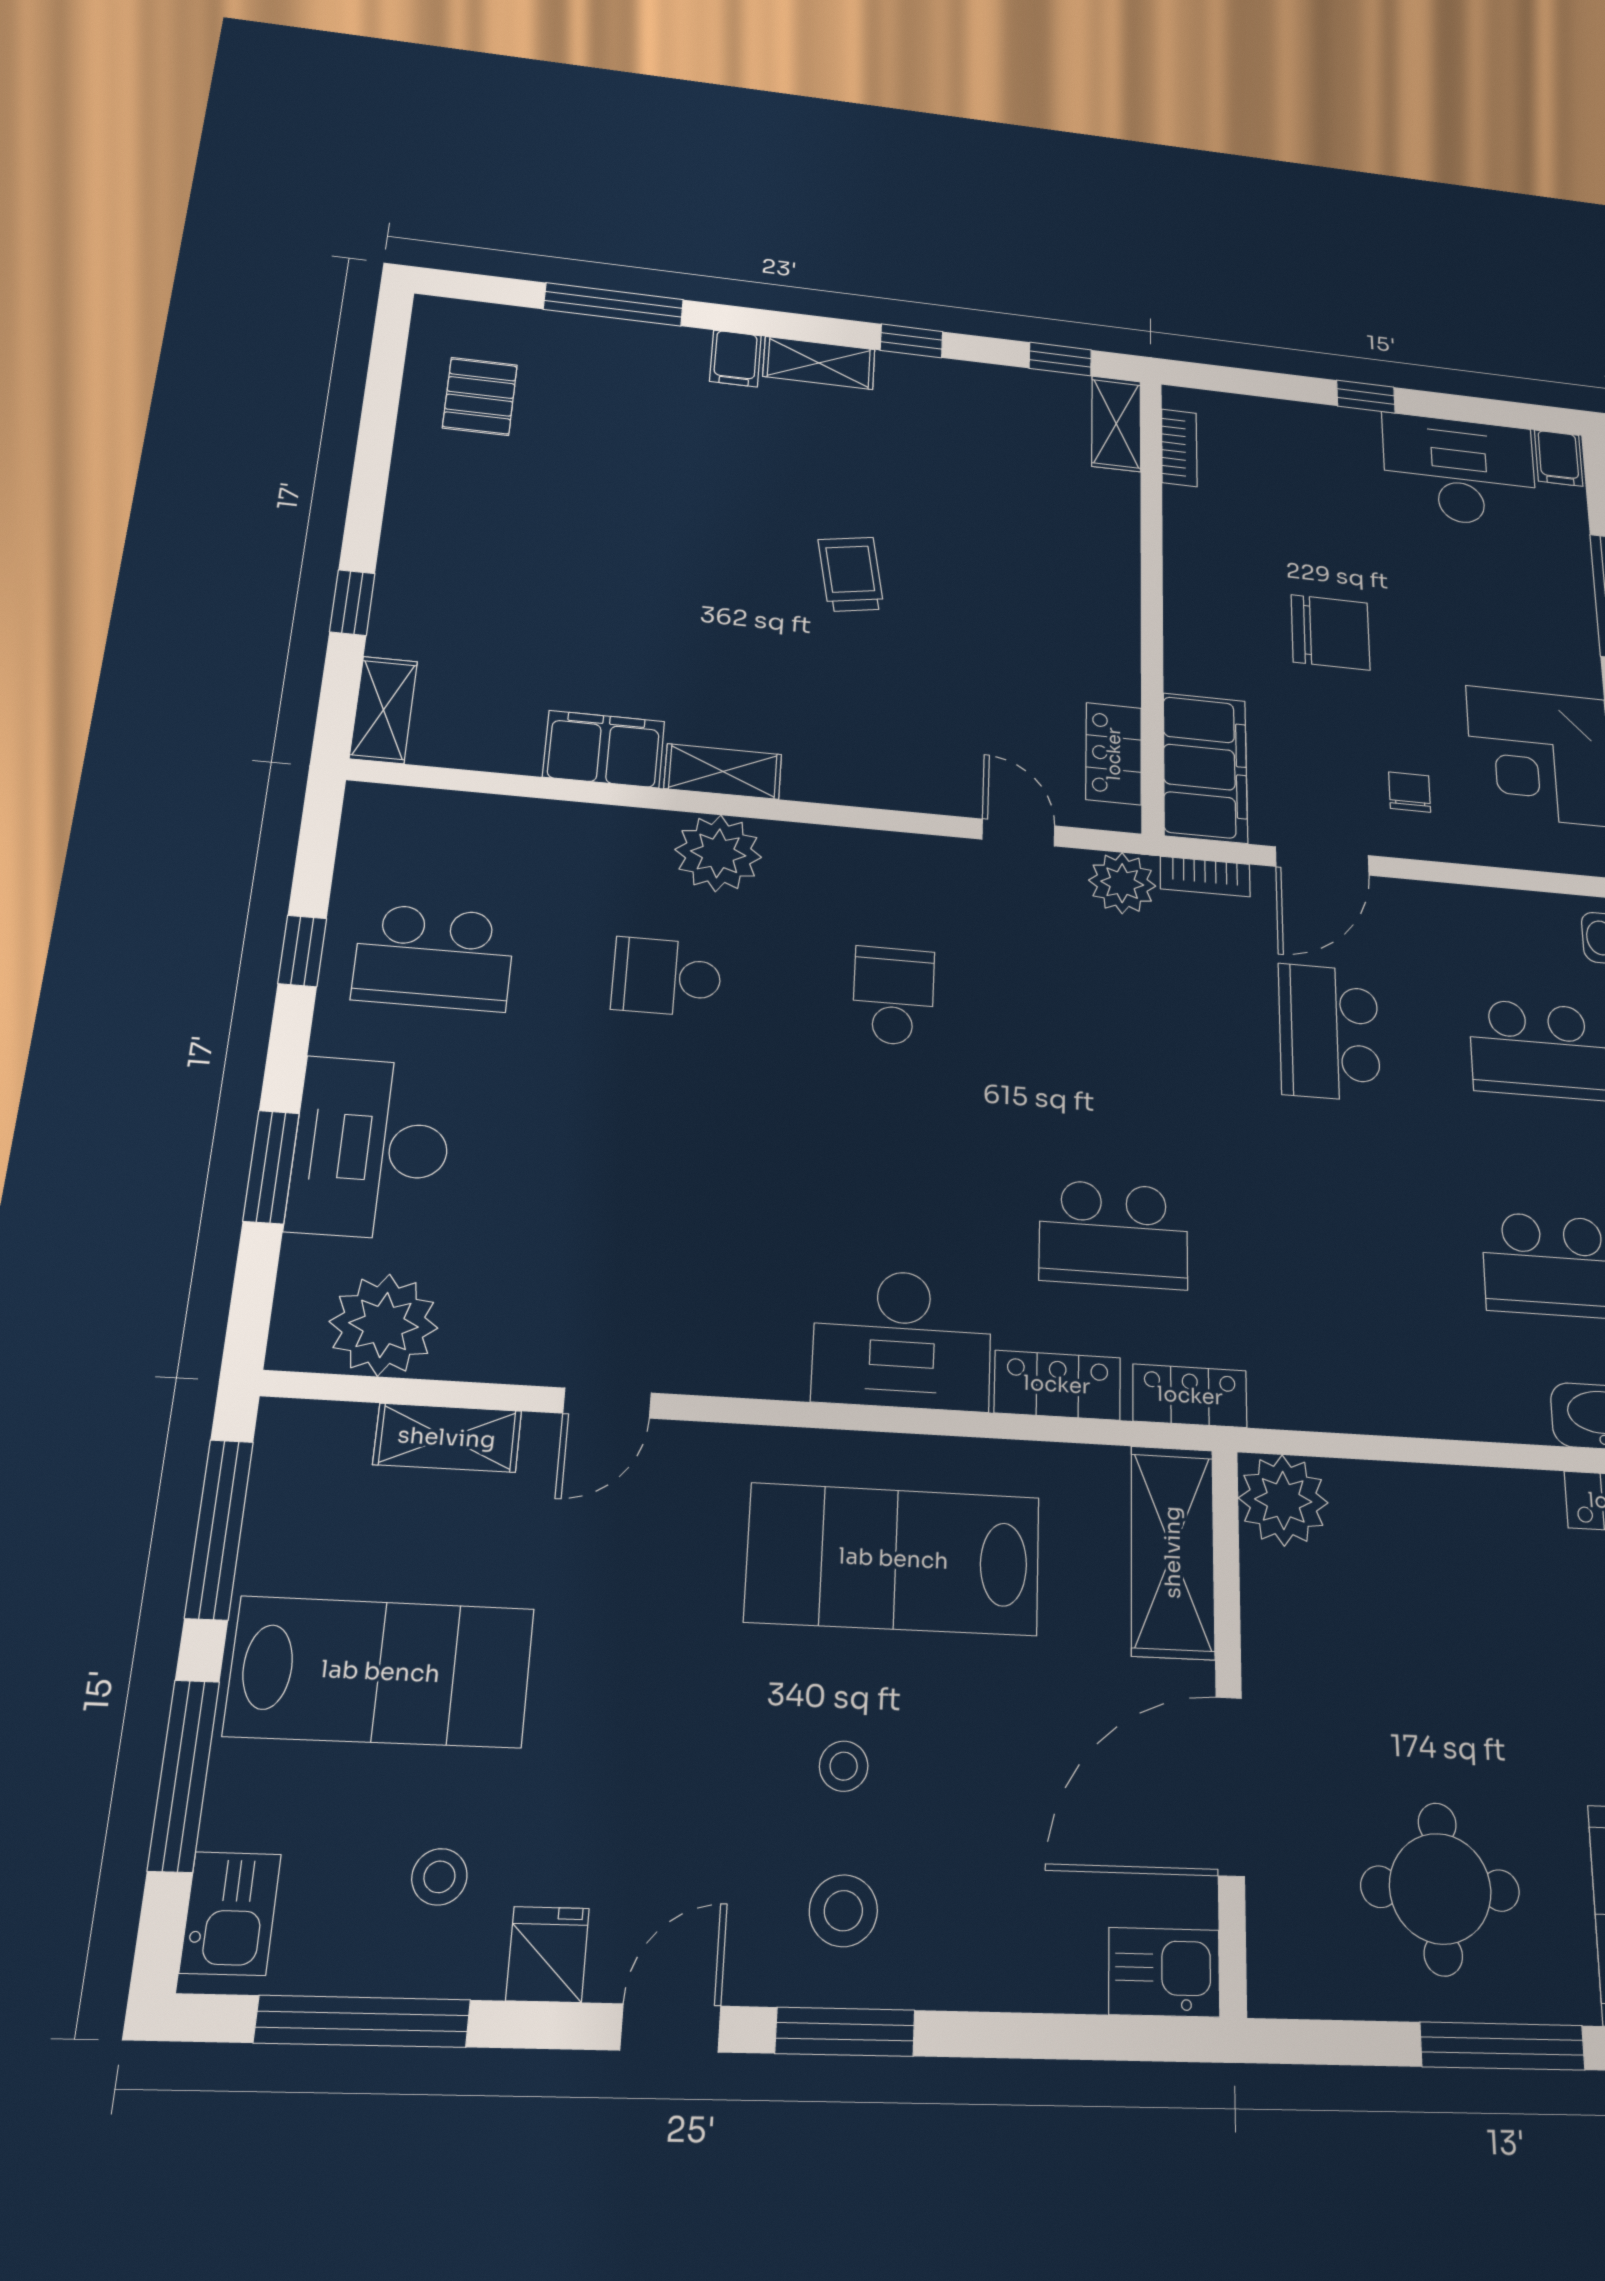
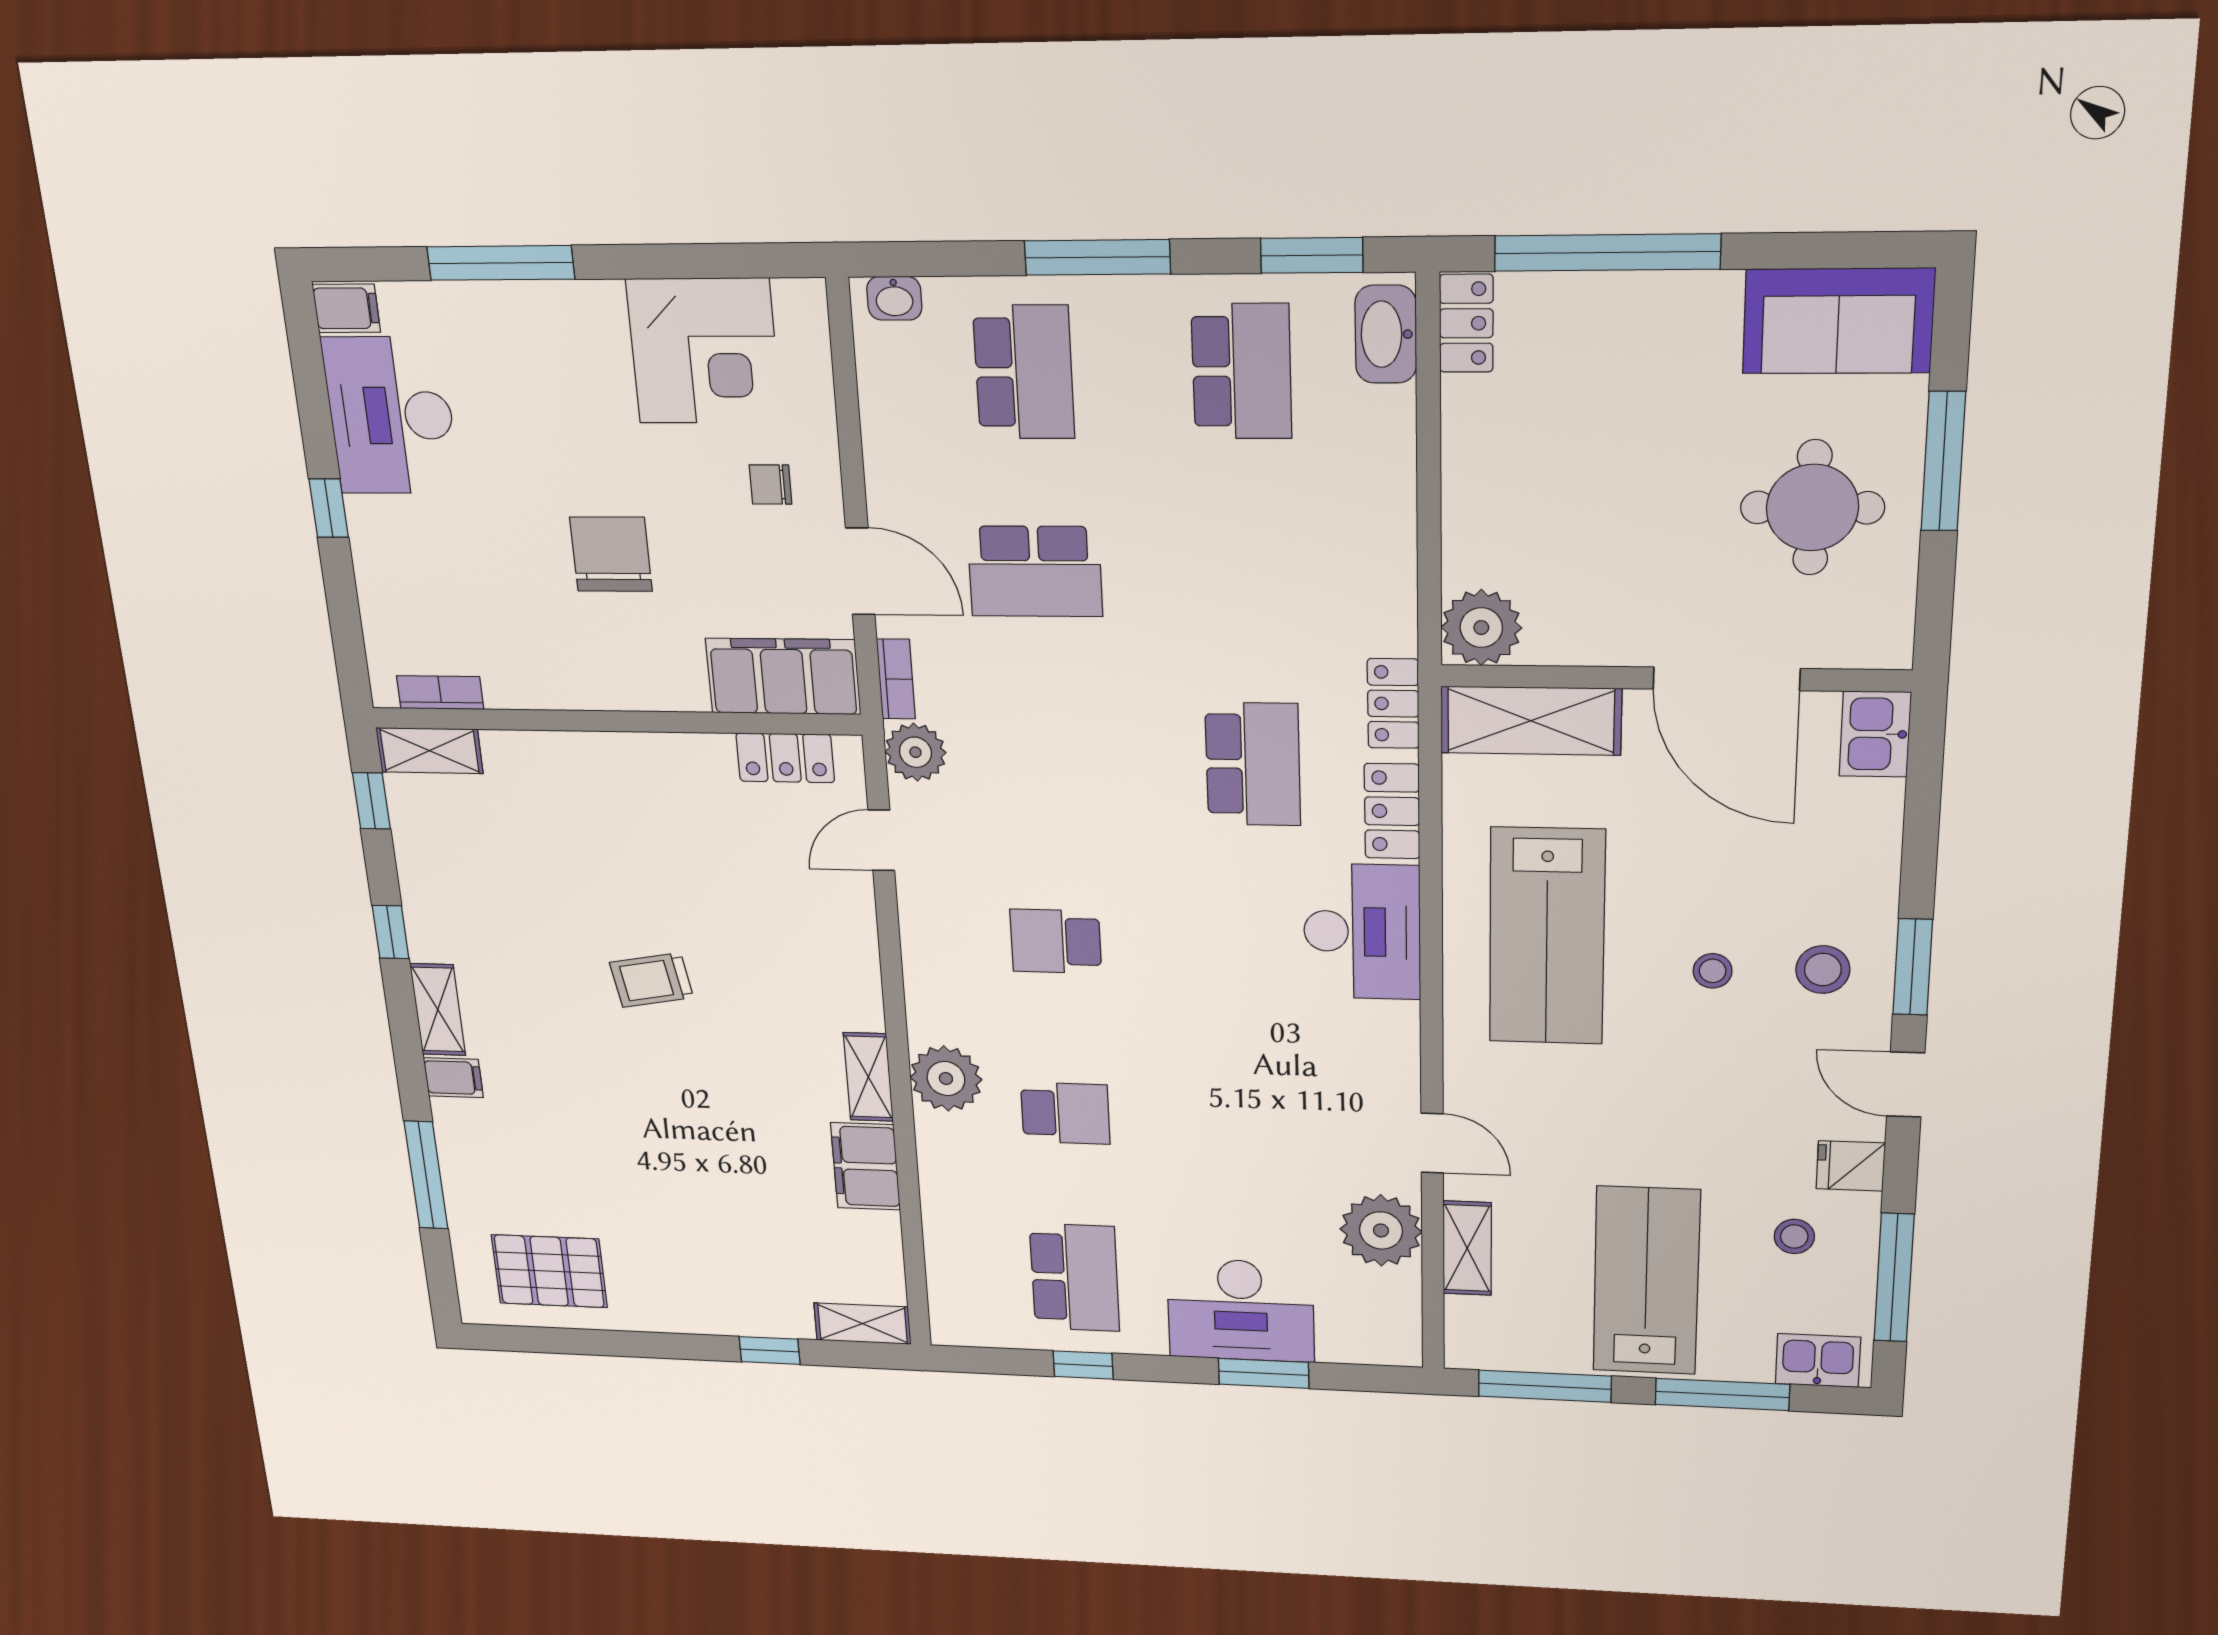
pallet: (480, 396) -> (549, 1271), width x1.50, depth x1.42
school desk: (667, 977) -> (1065, 1113), turned -90
plant: (384, 1325) -> (1381, 1230), moved

